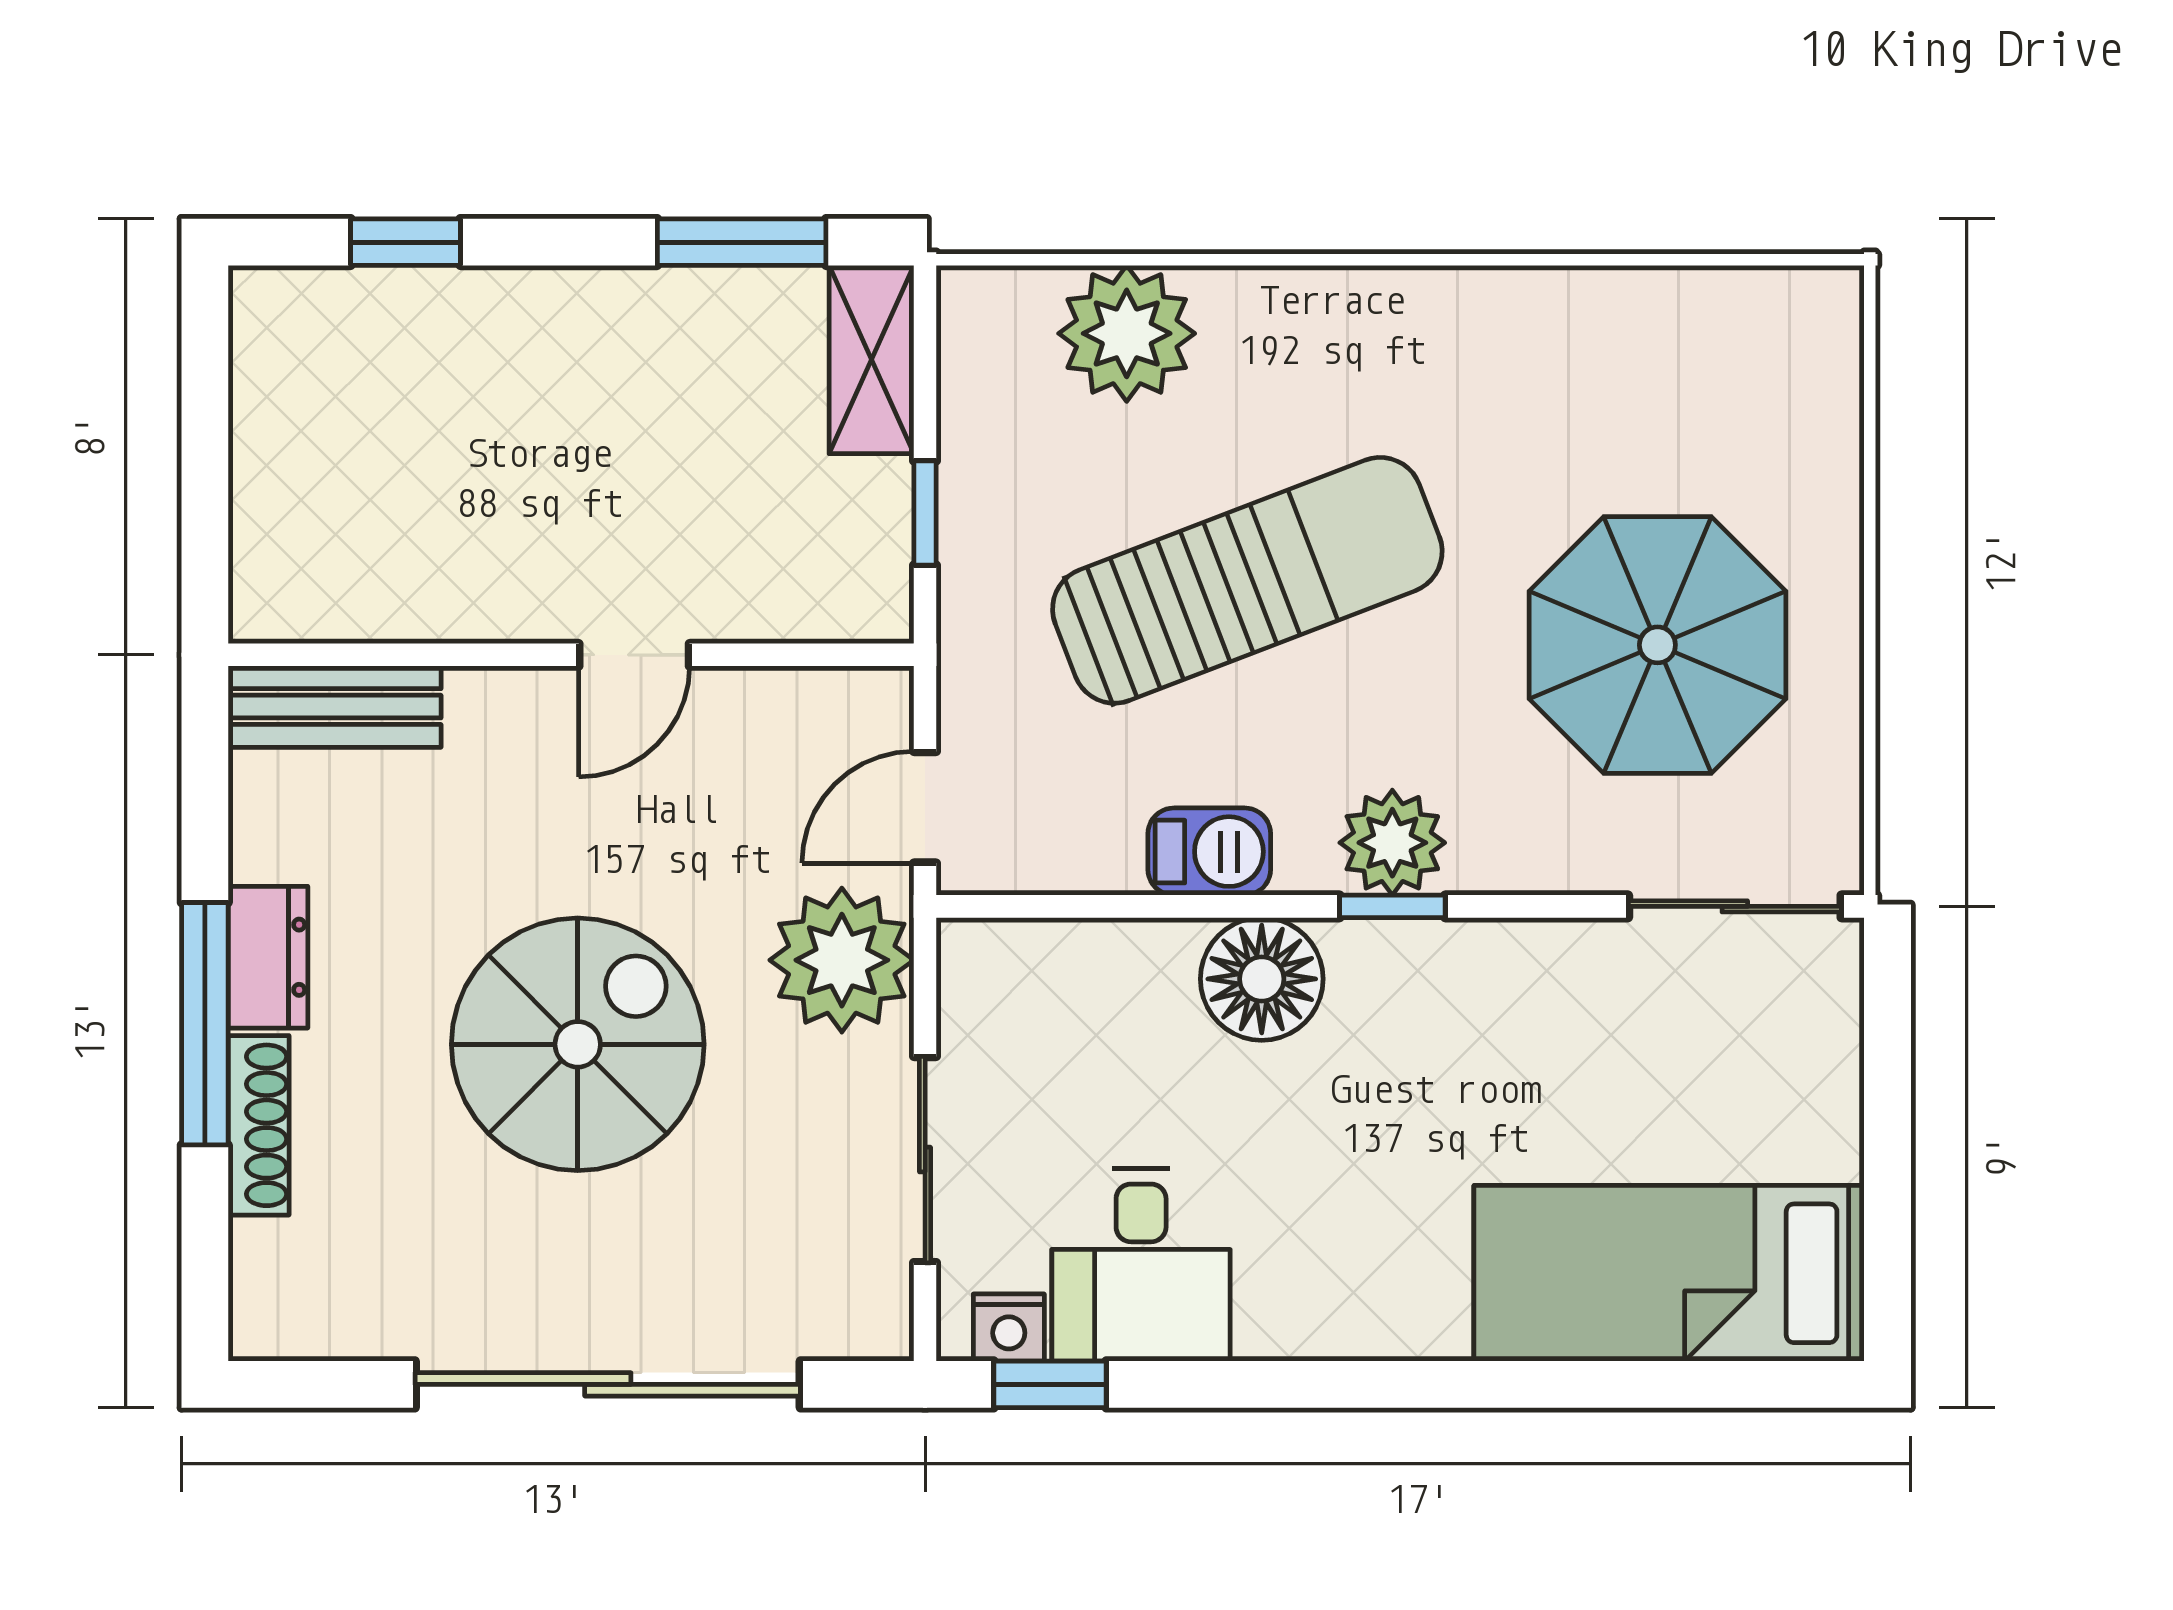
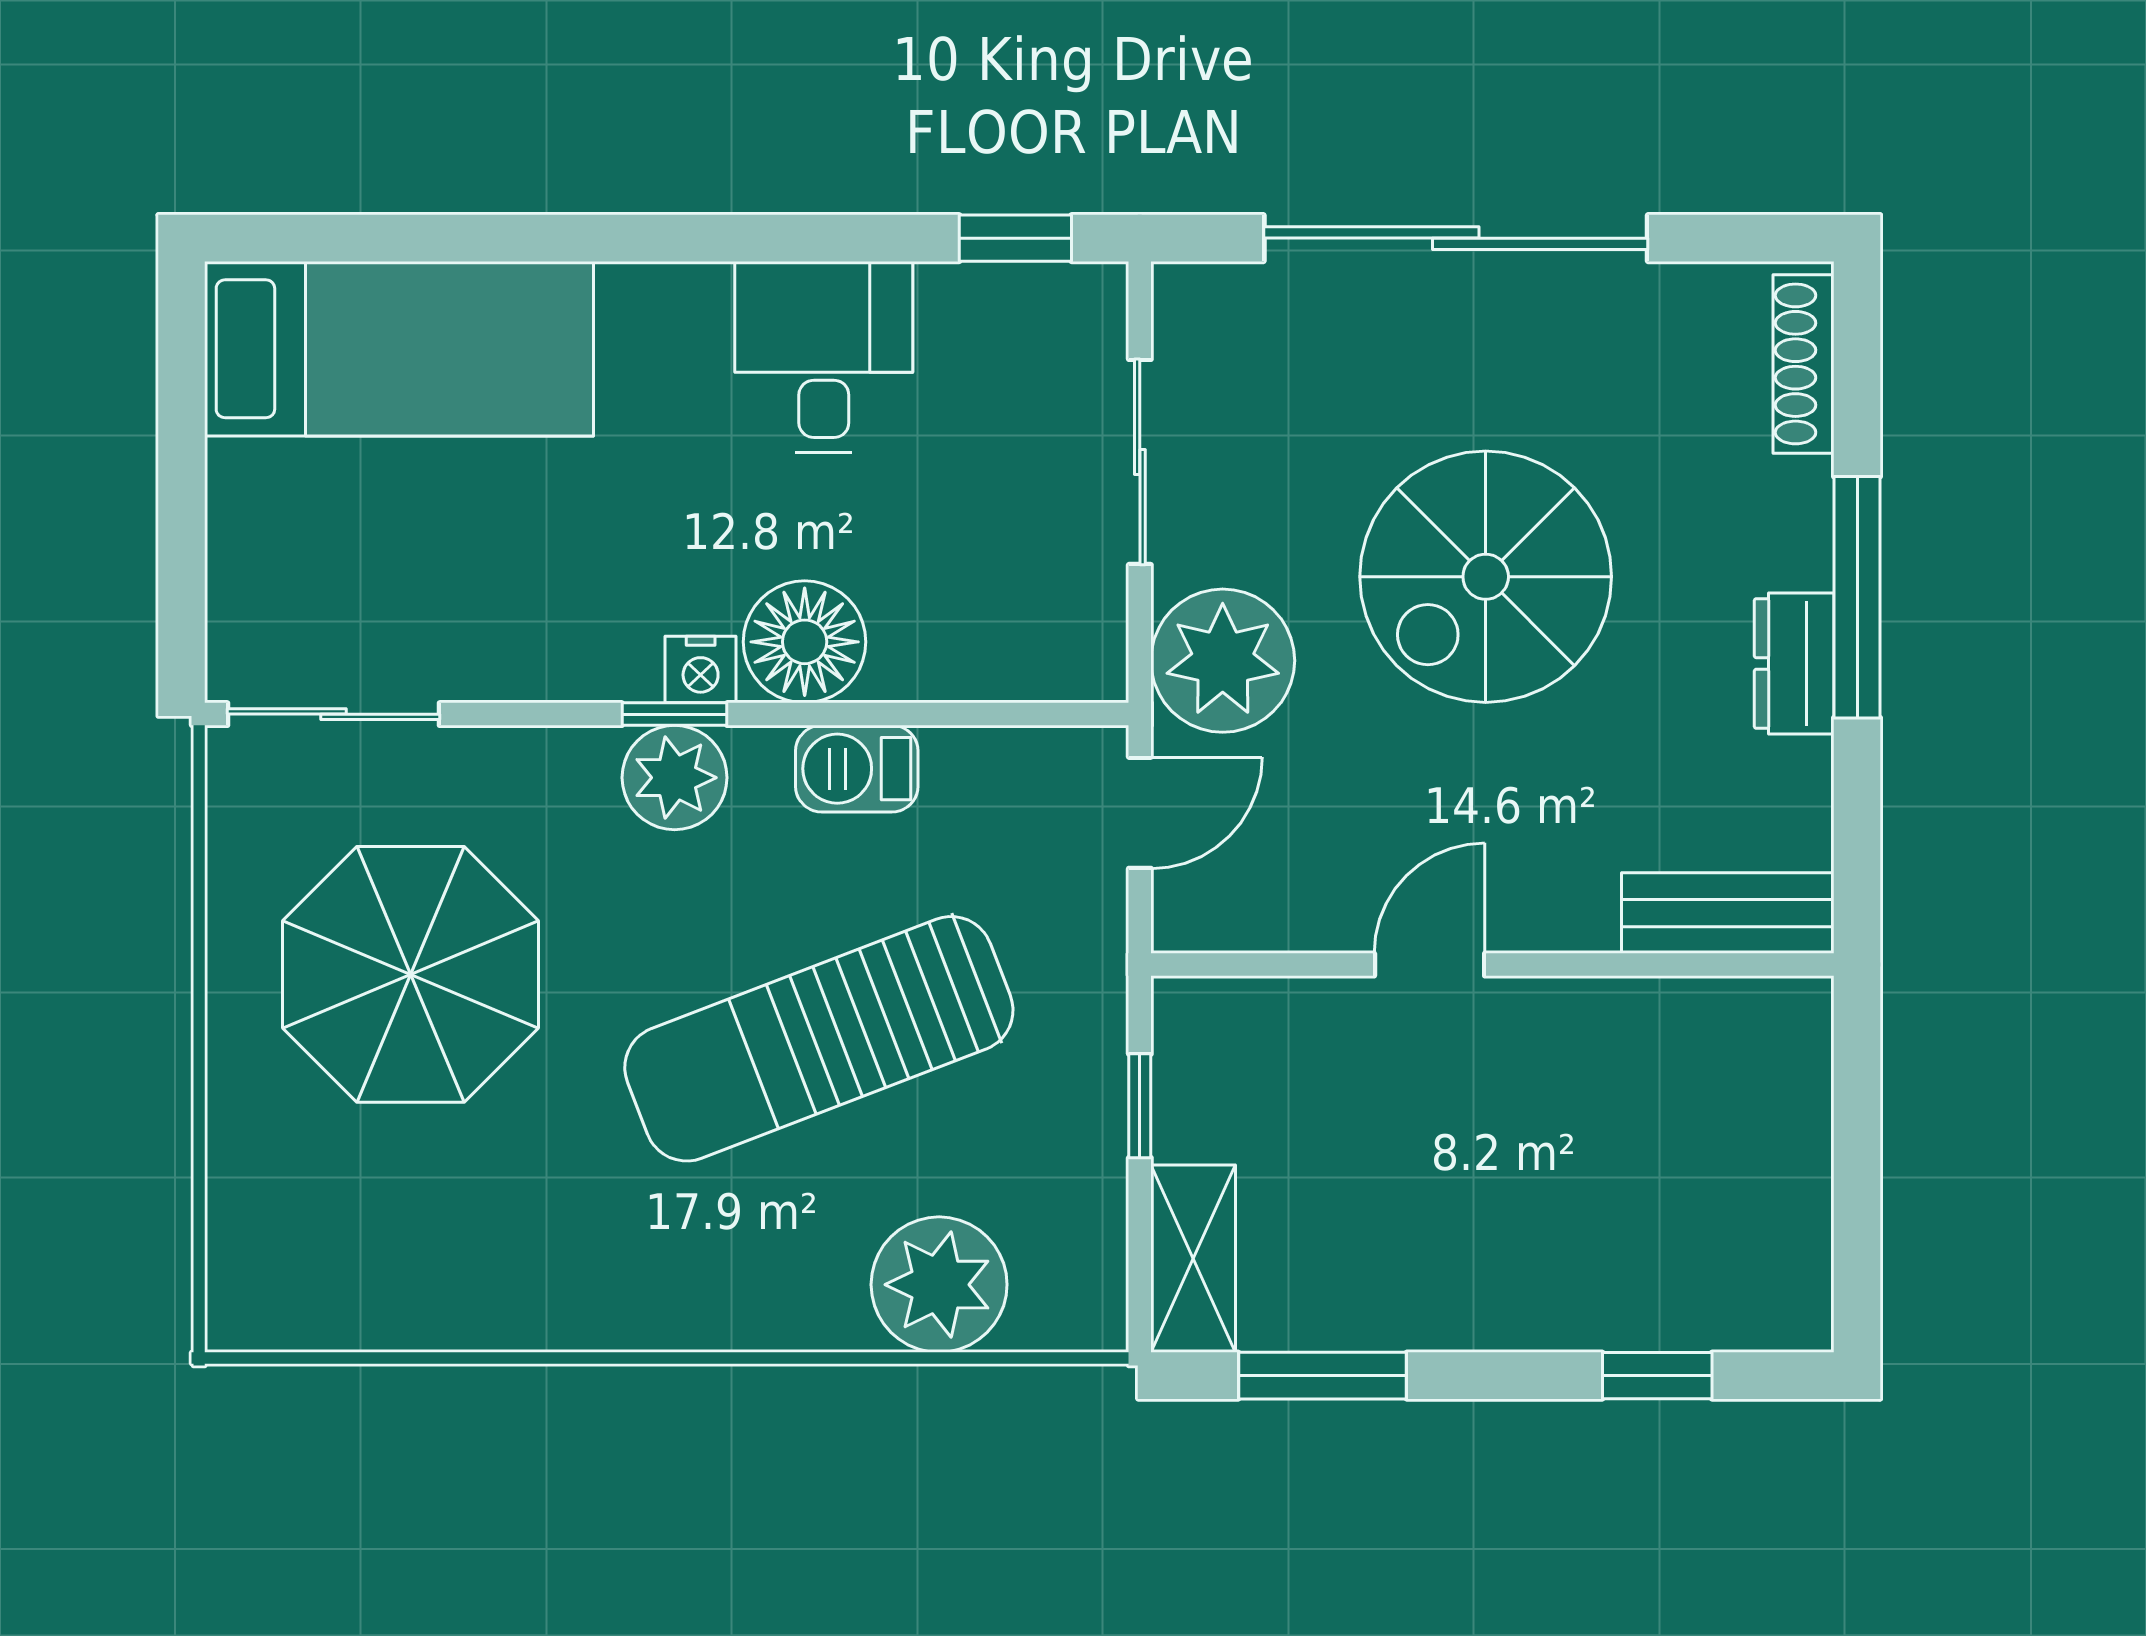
shoe rack: (259, 1125) -> (1803, 364), moved
desk: (1141, 1265) -> (824, 357), moved
nightstand: (1009, 1328) -> (701, 670), moved, turned 180

